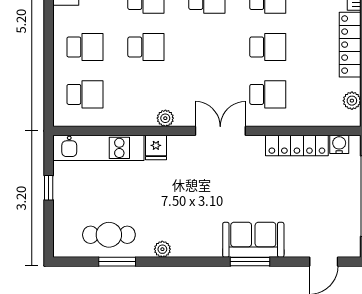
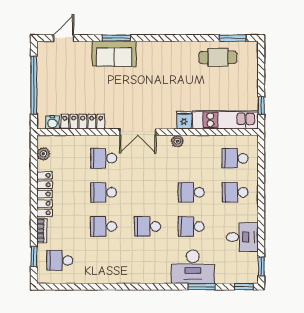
window: (49, 188) -> (261, 106), moved
plant: (162, 249) -> (179, 47), removed
window: (117, 262) -> (233, 38), moved

